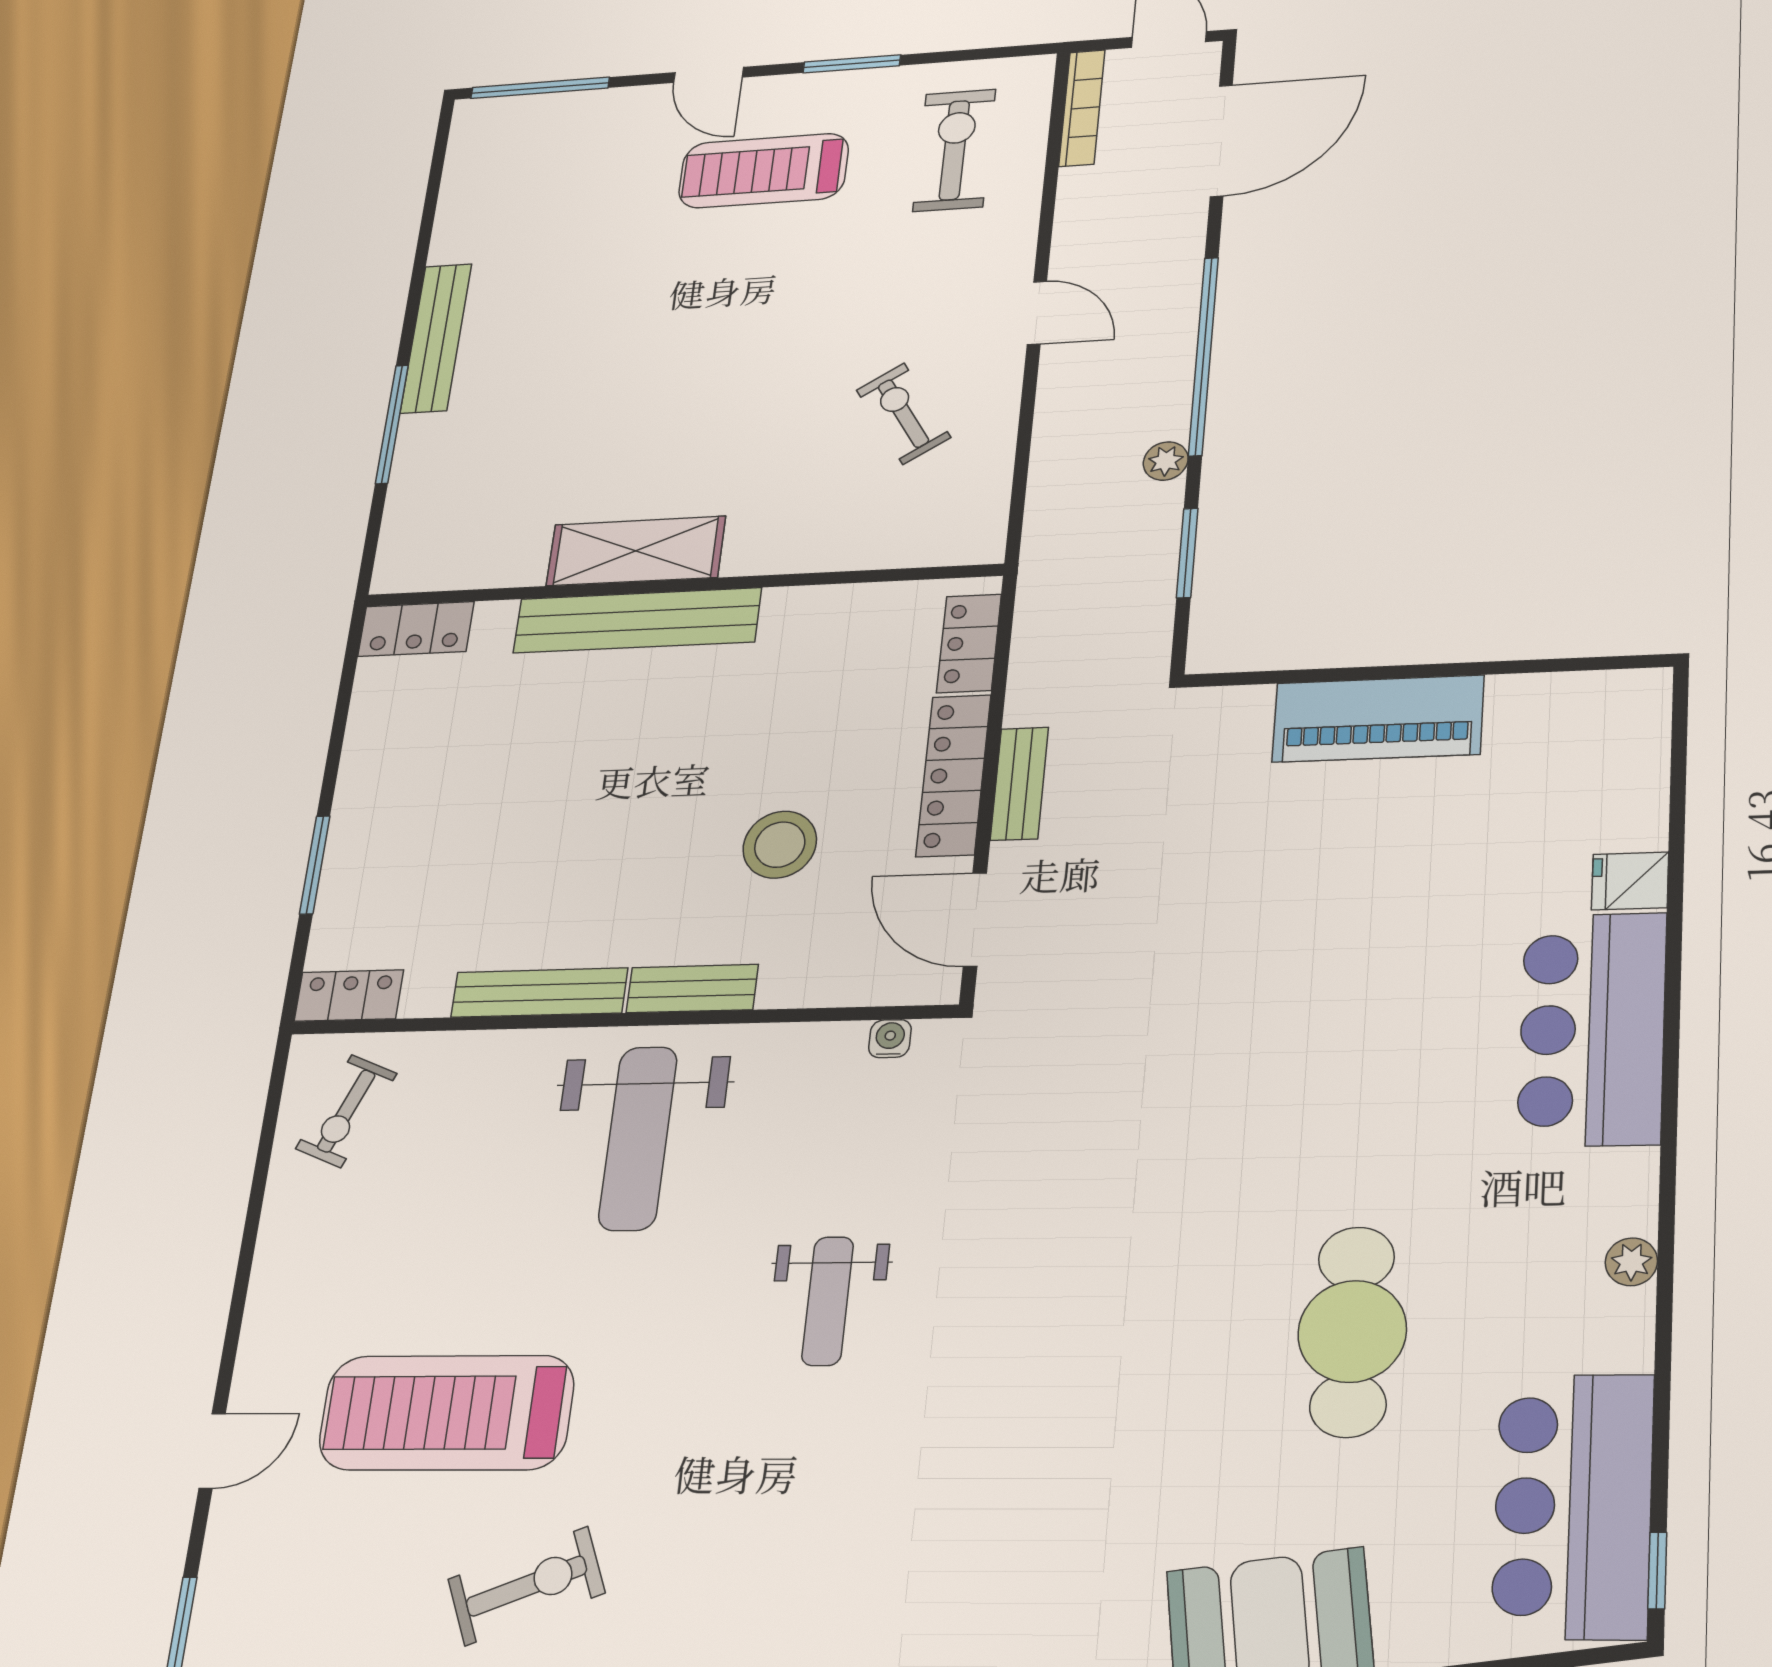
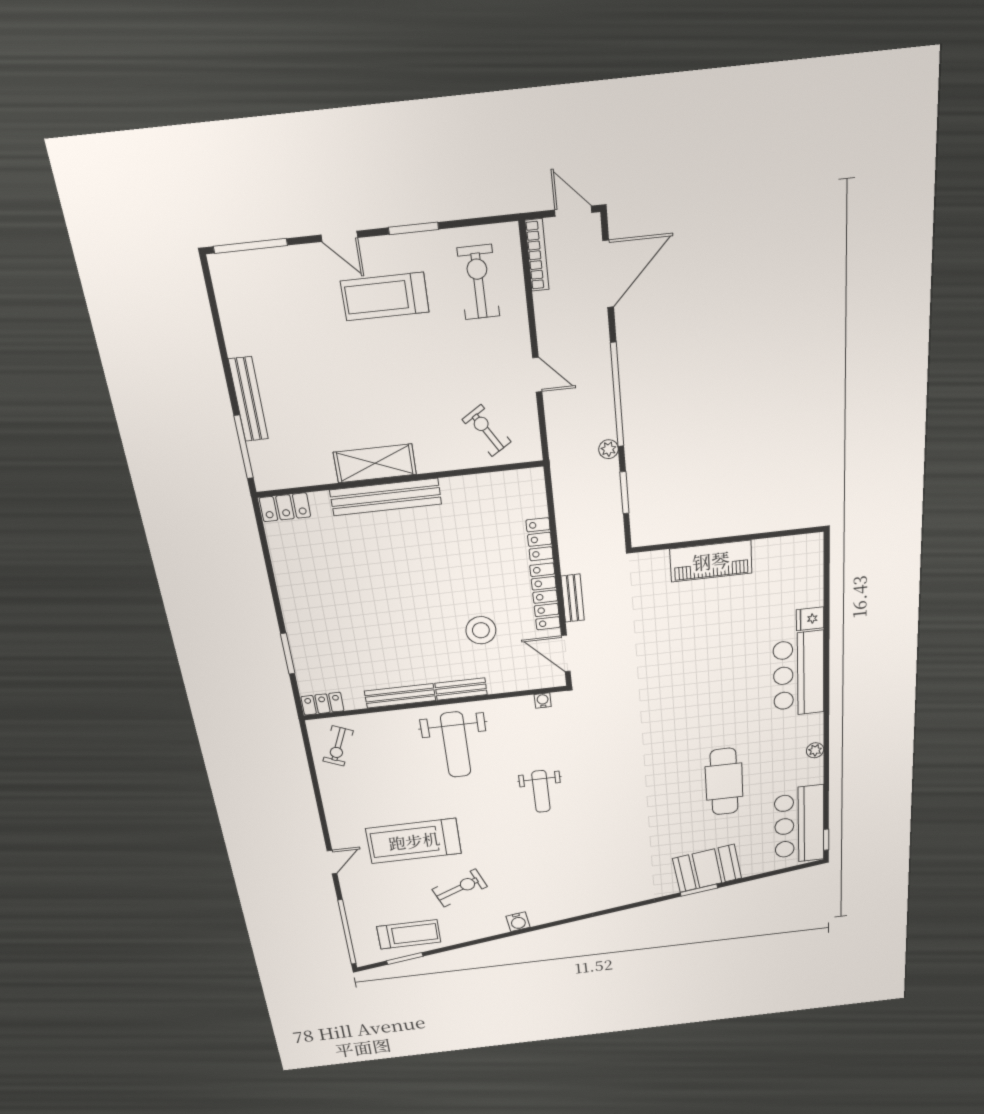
shelving: (636, 551) -> (375, 463), moved
wall: (680, 585) -> (400, 479), moved
bench: (637, 620) -> (386, 497), moved
locker: (416, 629) -> (285, 507), moved

